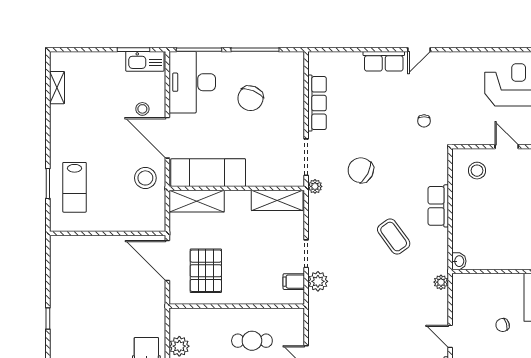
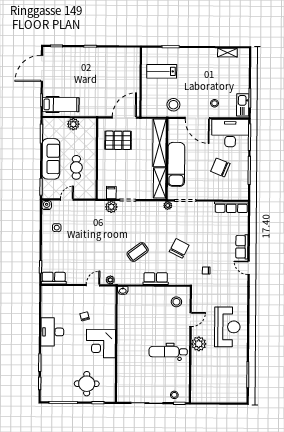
row of seats: (317, 103) -> (231, 207), moved
door: (167, 138) -> (197, 118), swing flipped
chair: (361, 170) -> (179, 248), moved
exam couch: (208, 173) -> (176, 164), moved
lab bench: (75, 187) -> (162, 71), moved
shelving: (197, 201) -> (159, 143), width x1.47
door: (450, 336) -> (93, 285), moved

